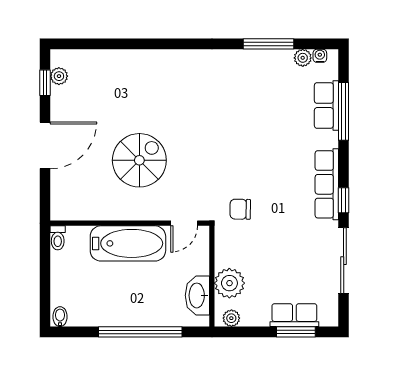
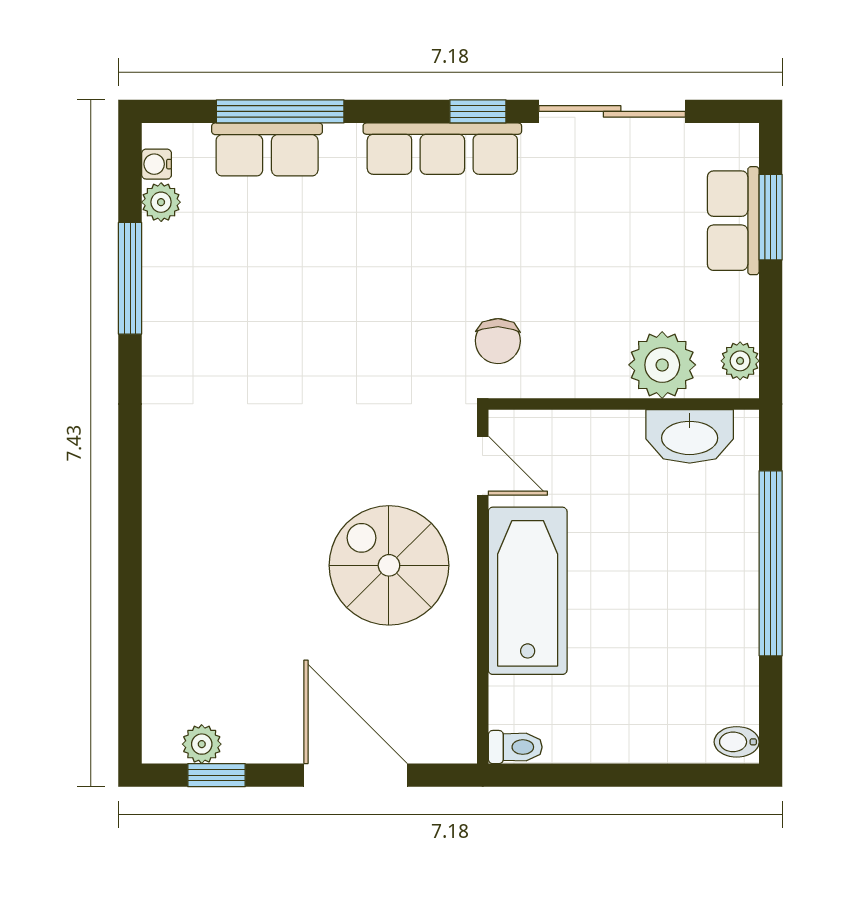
wall: (130, 223) -> (483, 587), moved
door: (184, 223) -> (483, 466), moved
toilet: (58, 238) -> (515, 747), moved
bathtub: (128, 243) -> (528, 591), moved

